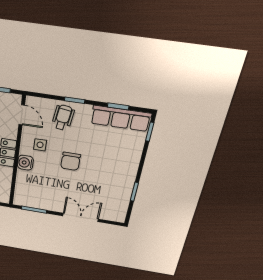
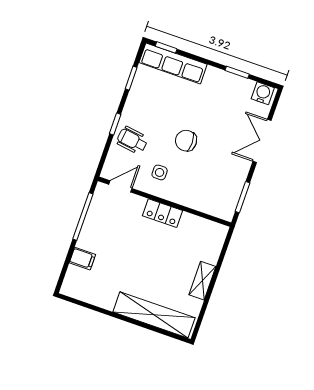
row of seats: (121, 118) -> (173, 63), moved, turned 90
chair: (71, 161) -> (186, 141), turned 180
water cooler: (25, 163) -> (263, 93), moved, turned 180

